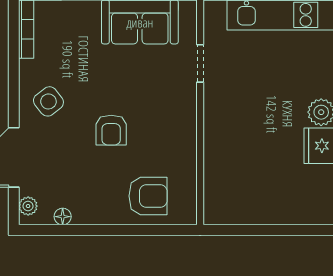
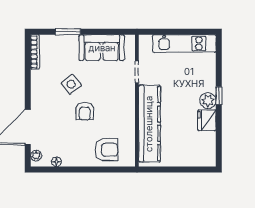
side table: (48, 101) -> (71, 84), moved
kitchen counter: (221, 151) -> (149, 124), added

